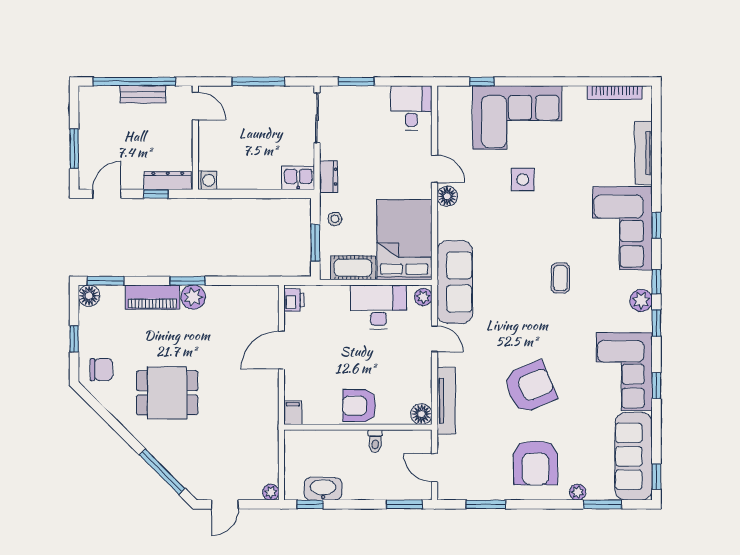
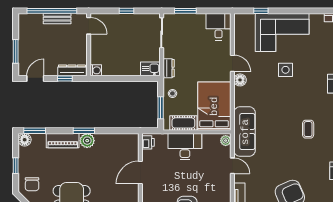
window: (258, 81) -> (126, 11), width x0.46
desk: (378, 307) -> (185, 147), moved
chair: (101, 370) -> (32, 184), turned 90

